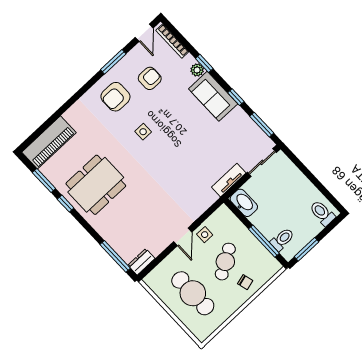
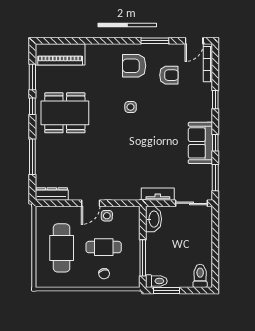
plant: (197, 70) -> (206, 99), removed
sofa: (213, 96) -> (200, 143), moved
toilet: (282, 239) -> (156, 281), moved
window: (115, 256) -> (32, 157), moved
dresser: (141, 262) -> (52, 194), width x1.44
cafe table: (225, 262) -> (104, 247), turned 31

